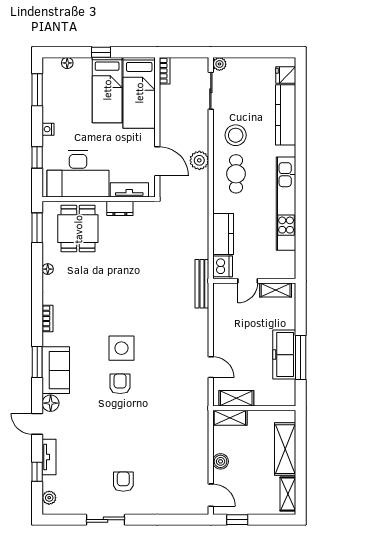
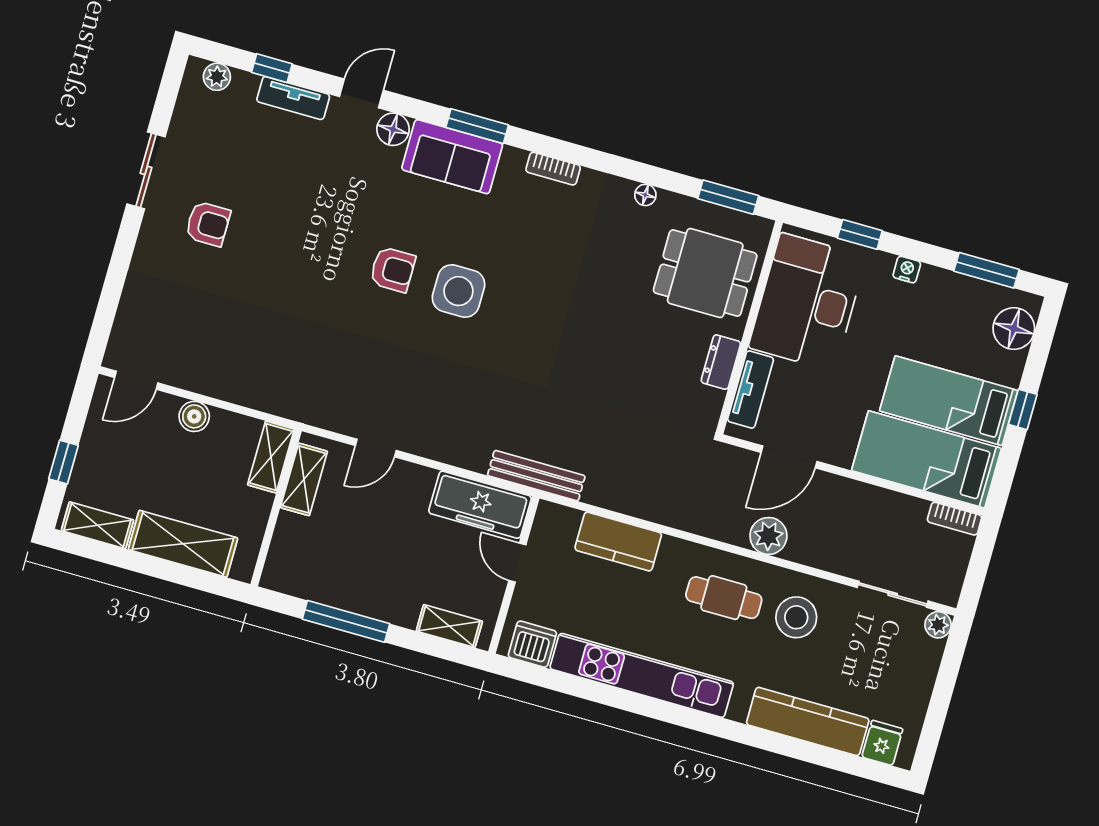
floor lamp: (67, 63) -> (1014, 329), width x1.89, depth x1.89
dishwasher: (223, 266) -> (532, 644), moved, turned 180
shelving: (276, 290) -> (449, 626), moved, turned 90
freezer: (284, 355) -> (480, 505), moved, turned 180
window: (237, 520) -> (63, 462), moved

